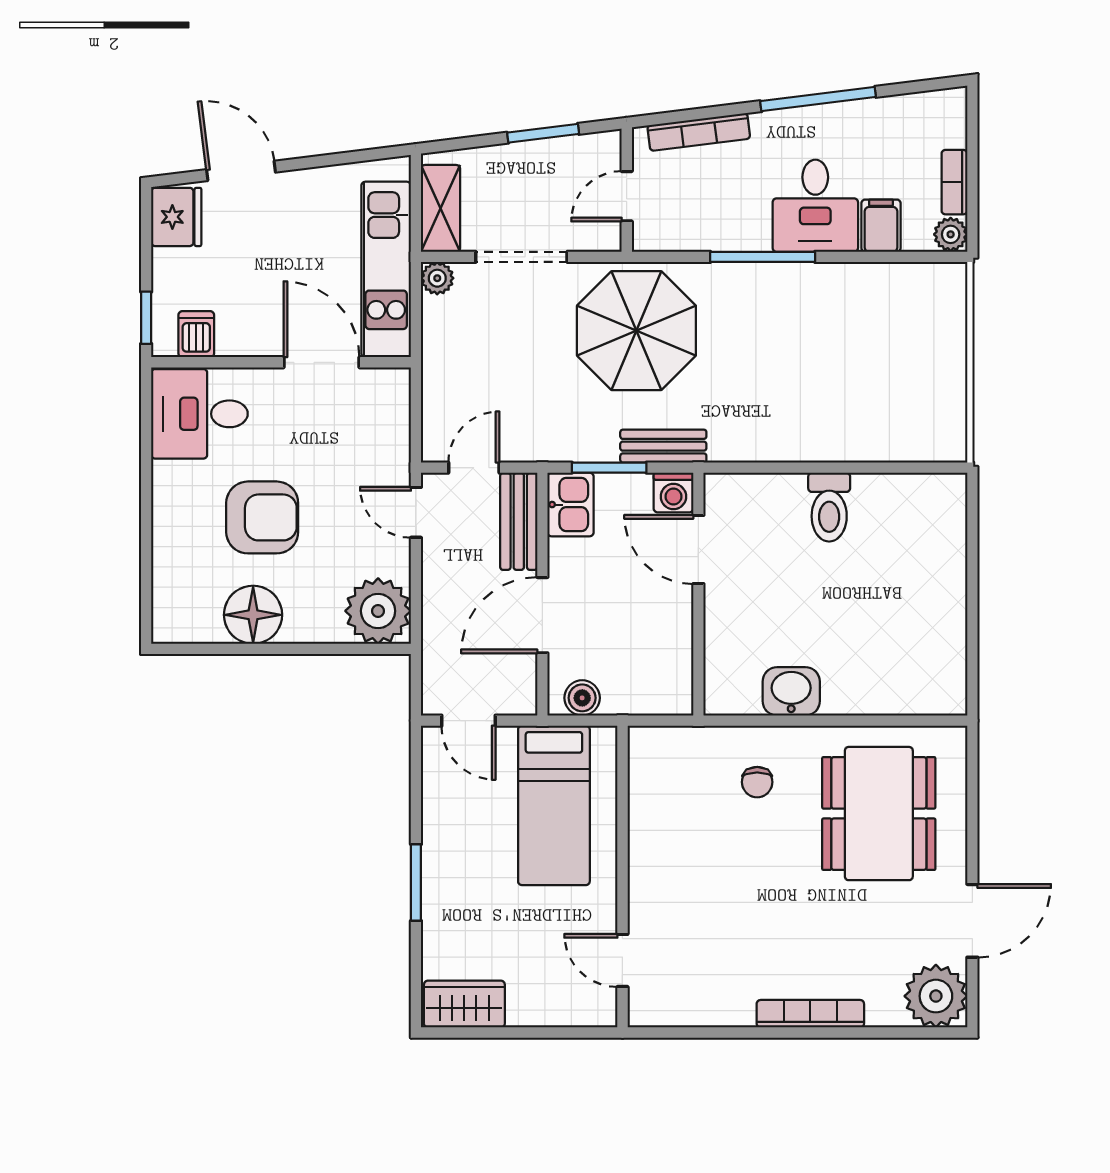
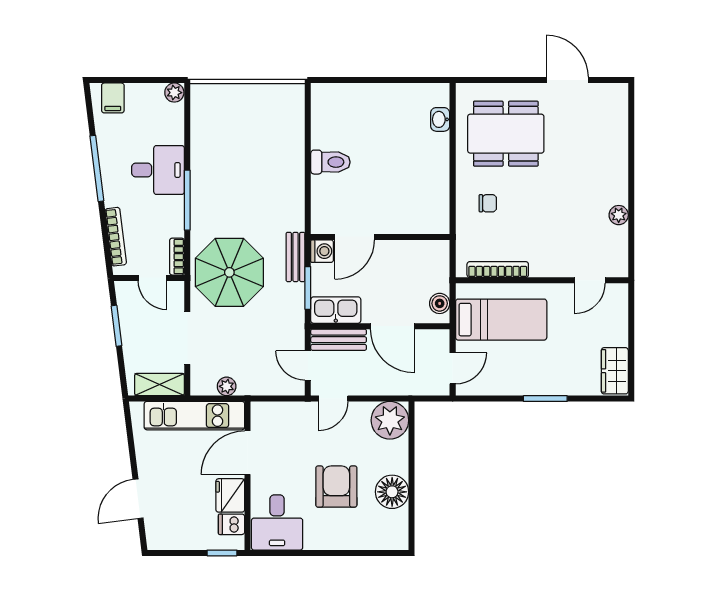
bookcase: (954, 182) -> (177, 257), moved, turned 90
fridge: (176, 217) -> (230, 495), moved, turned -90
filing cabinet: (881, 226) -> (113, 98), moved, turned -90
plant: (437, 278) -> (227, 386), moved
kitchen sink: (571, 505) -> (336, 310), width x1.38
washbasin: (791, 691) -> (440, 119), moved, width x0.72, depth x0.69
plant: (936, 996) -> (619, 215), moved, width x0.53, depth x0.53
bookcase: (810, 1014) -> (498, 270), moved, turned 90

